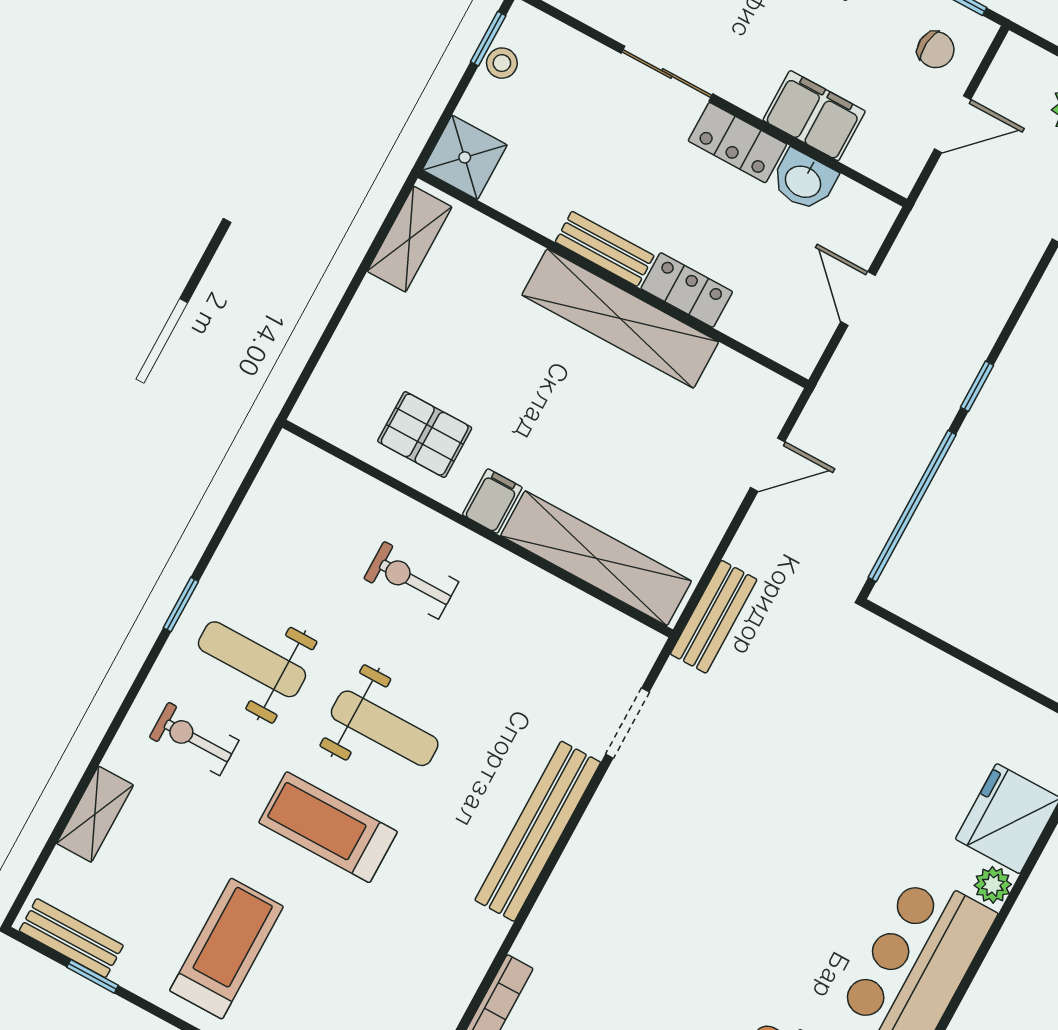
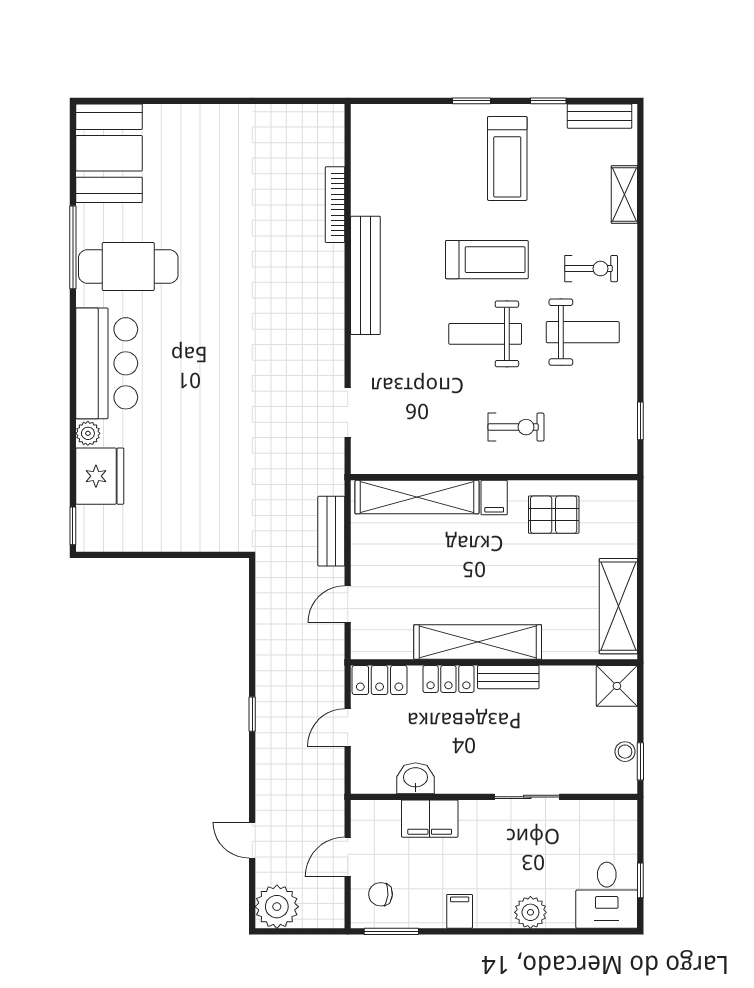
locker: (737, 143) -> (380, 680), moved, turned 180
shelving: (410, 239) -> (618, 606), width x1.50, depth x1.33
door: (858, 299) -> (348, 727), swing flipped
window: (912, 506) -> (252, 625), removed
window: (181, 605) -> (640, 421), moved
bench: (714, 617) -> (331, 531), moved
bench: (538, 831) -> (365, 275), moved
window: (93, 976) -> (548, 101), moved

